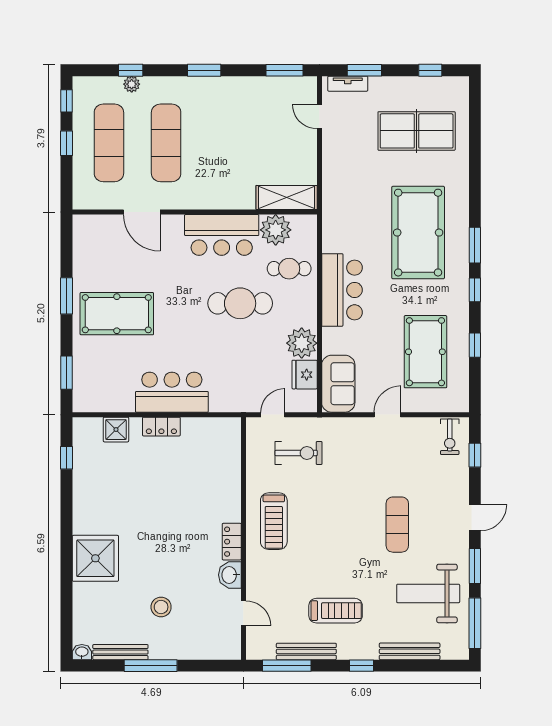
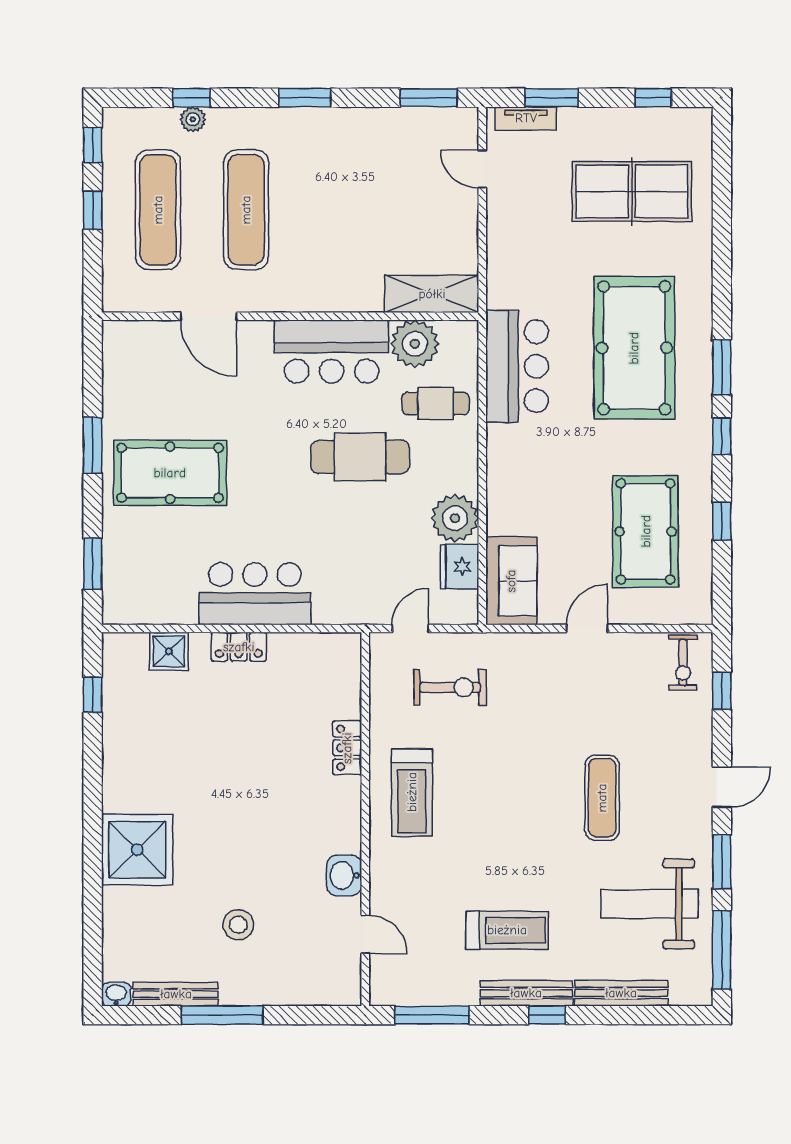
bar counter: (342, 290) -> (517, 366), moved
locker: (232, 542) -> (347, 748), moved
bench: (306, 651) -> (526, 993), moved

